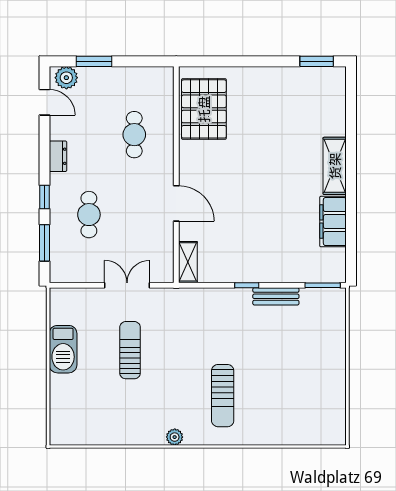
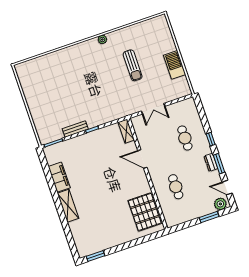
window: (44, 243) -> (219, 164), moved
sun lounger: (130, 350) -> (133, 65), moved
sun lounger: (223, 396) -> (85, 69), removed

